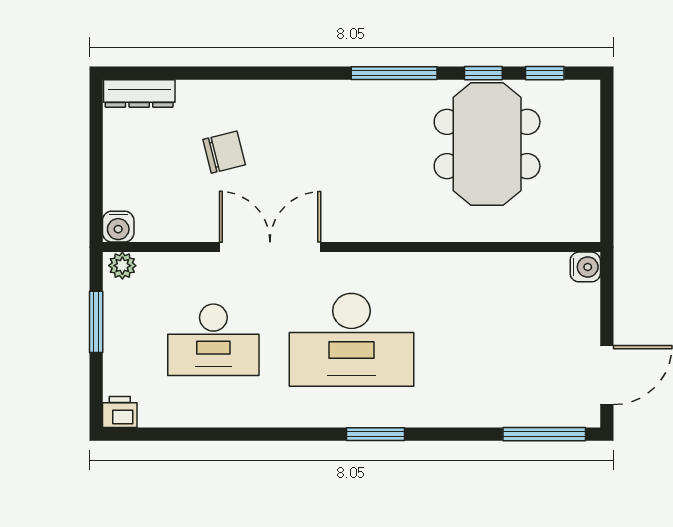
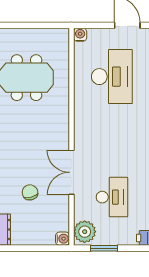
plant: (122, 266) -> (85, 232), width x1.88, depth x1.88
desk: (351, 340) -> (112, 77), moved

